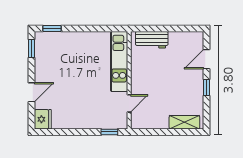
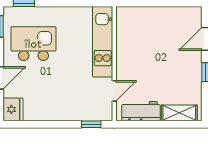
workbench: (152, 40) -> (141, 111), moved, turned 180
kitchen island: (60, 63) -> (33, 44), added

